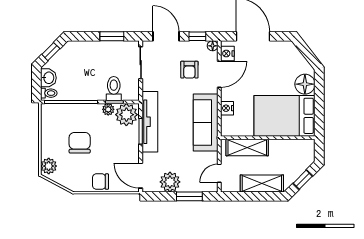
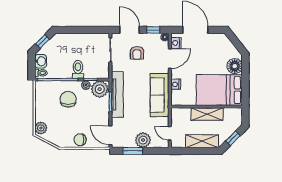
window: (112, 36) -> (89, 30), removed
armchair: (189, 70) -> (137, 53), moved
toilet: (114, 89) -> (78, 69), moved
chair: (80, 143) -> (68, 99), moved
shelving: (247, 148) -> (207, 114), moved
door: (219, 173) -> (170, 133), hinge flipped
plant: (170, 182) -> (143, 140), moved
window: (189, 196) -> (133, 151), moved

